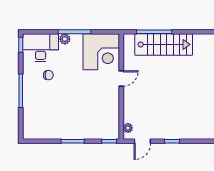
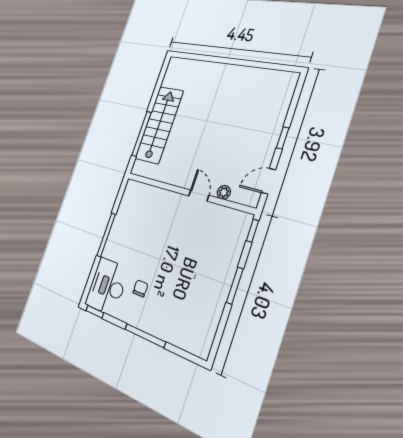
plant: (65, 39) -> (109, 250), removed
corner desk: (101, 52) -> (139, 207), removed
door: (121, 78) -> (199, 196), moved
plant: (128, 128) -> (224, 192), moved
door: (142, 141) -> (269, 181), swing flipped

